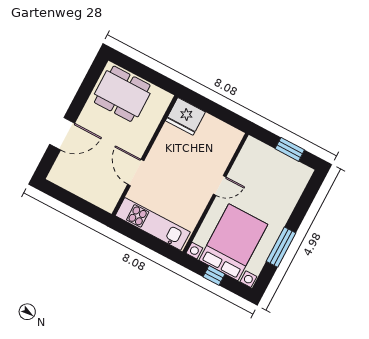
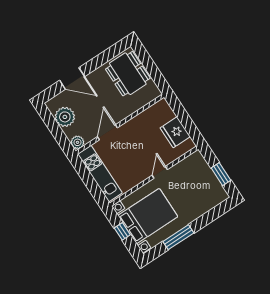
fridge: (185, 116) -> (175, 132), moved
plant: (78, 182) -> (65, 117), added
door: (220, 185) -> (160, 172), swing flipped
plant: (108, 203) -> (78, 142), added

